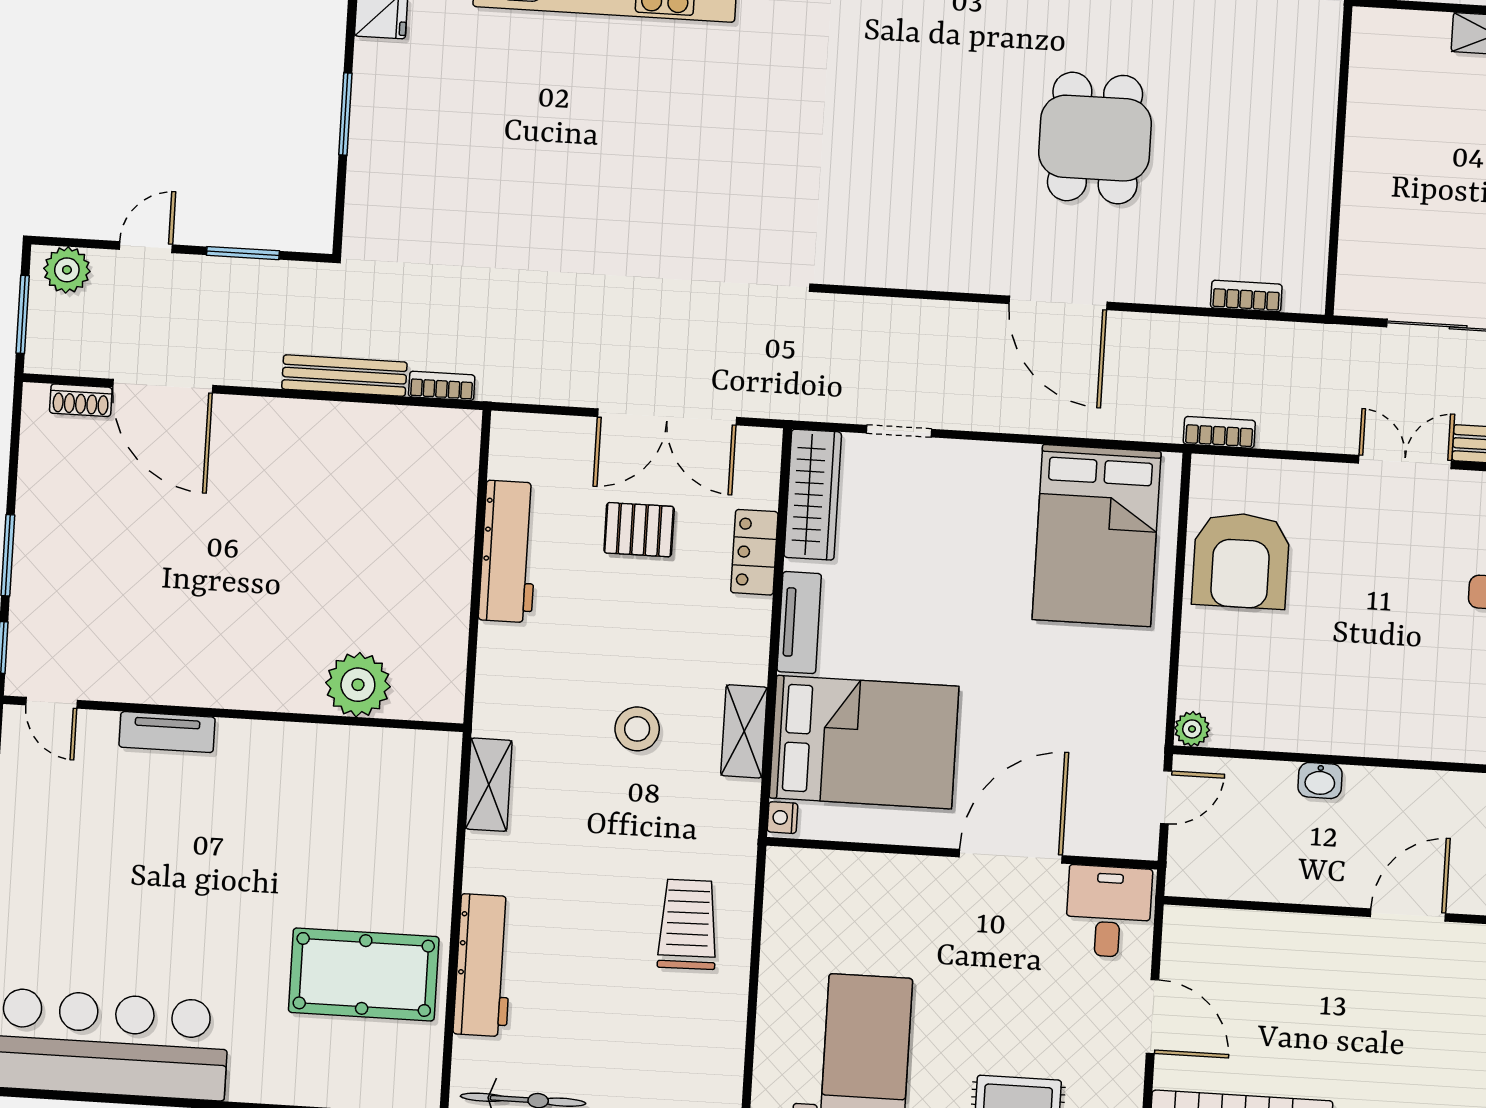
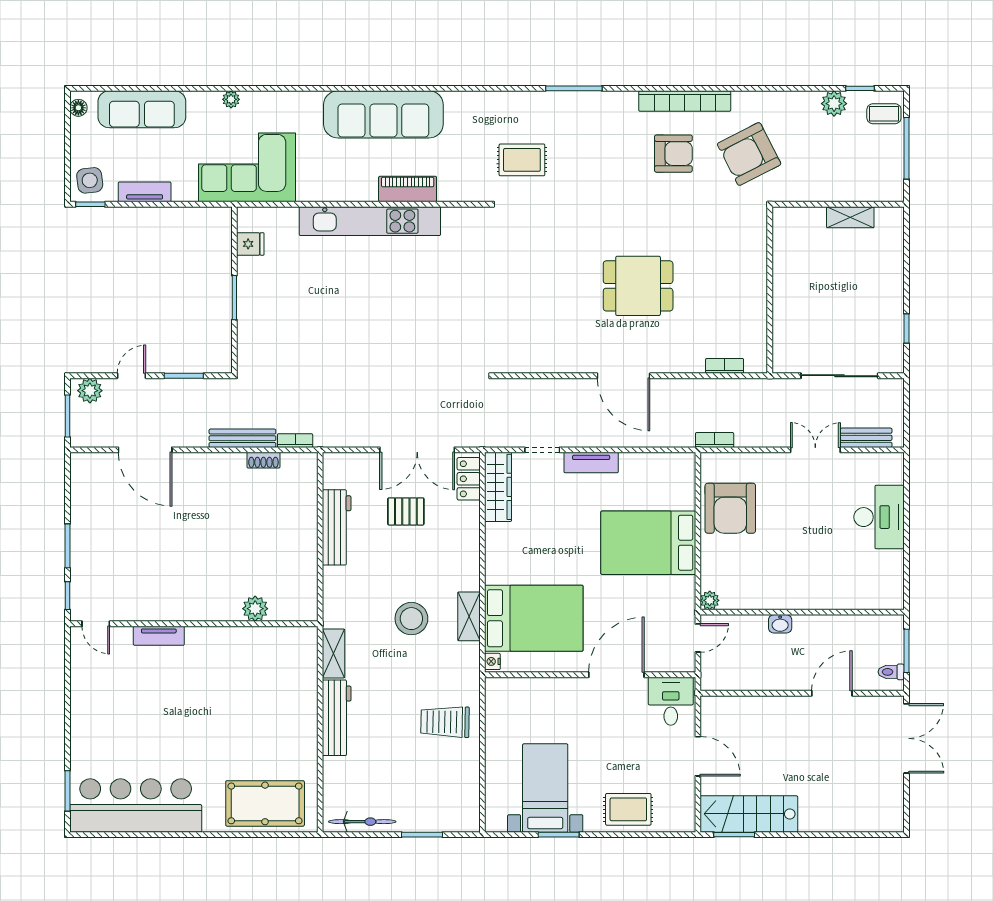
dining table: (1095, 138) -> (638, 286), turned 90
shoe rack: (81, 400) -> (263, 460), moved
bed: (1097, 536) -> (648, 543), moved, turned 90
locker: (754, 552) -> (469, 479), moved
tv unit: (799, 623) -> (591, 463), moved, turned 90
plant: (358, 685) -> (255, 609), width x0.73, depth x0.73
stool: (637, 729) -> (411, 619), width x1.38, depth x1.38
trolley: (688, 924) -> (445, 722), turned -88
workbench: (484, 965) -> (337, 718), moved
pool table: (364, 974) -> (265, 803), moved

